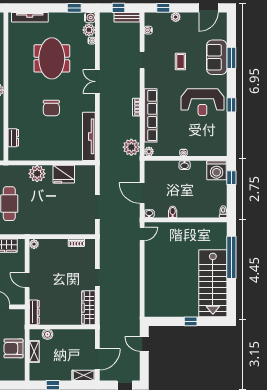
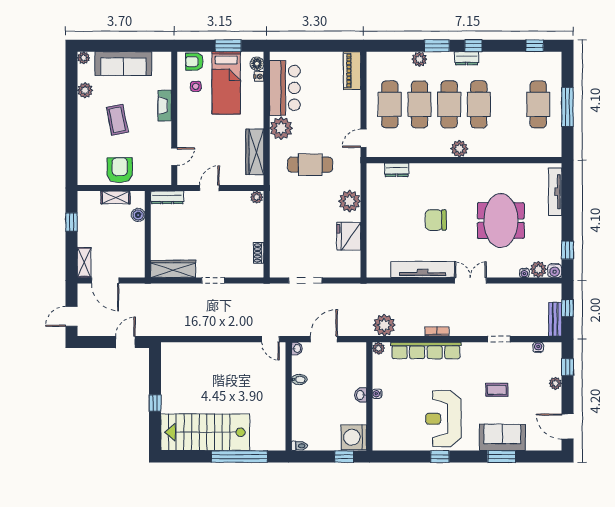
meeting table: (52, 58) -> (501, 221), turned 90
tv unit: (89, 136) -> (423, 269), moved

